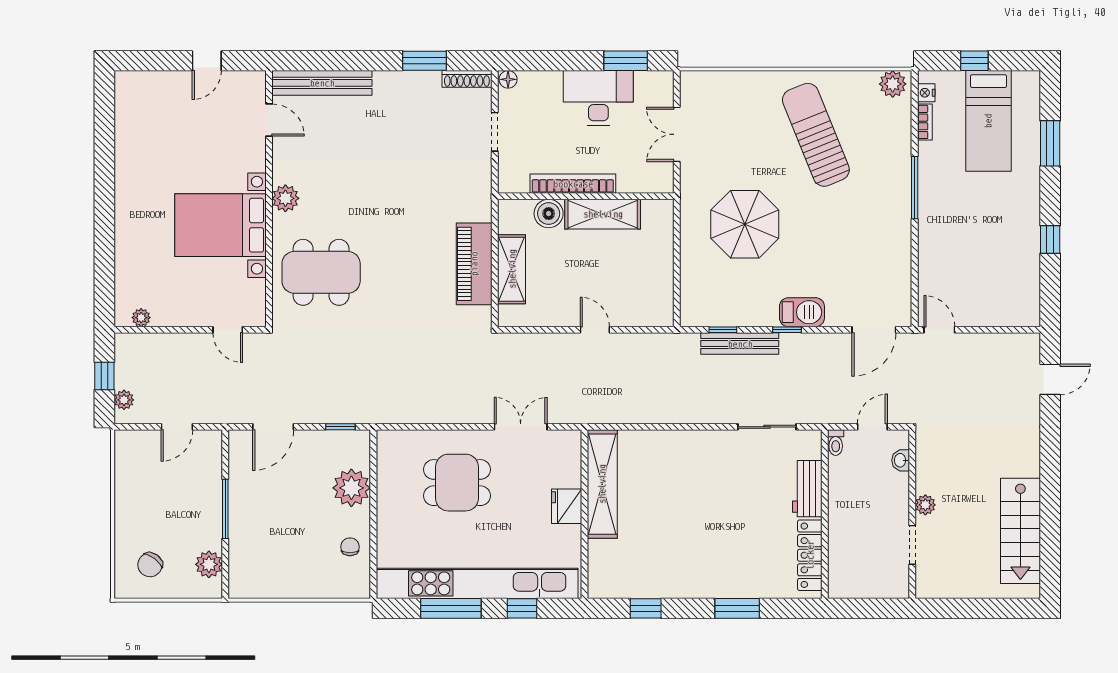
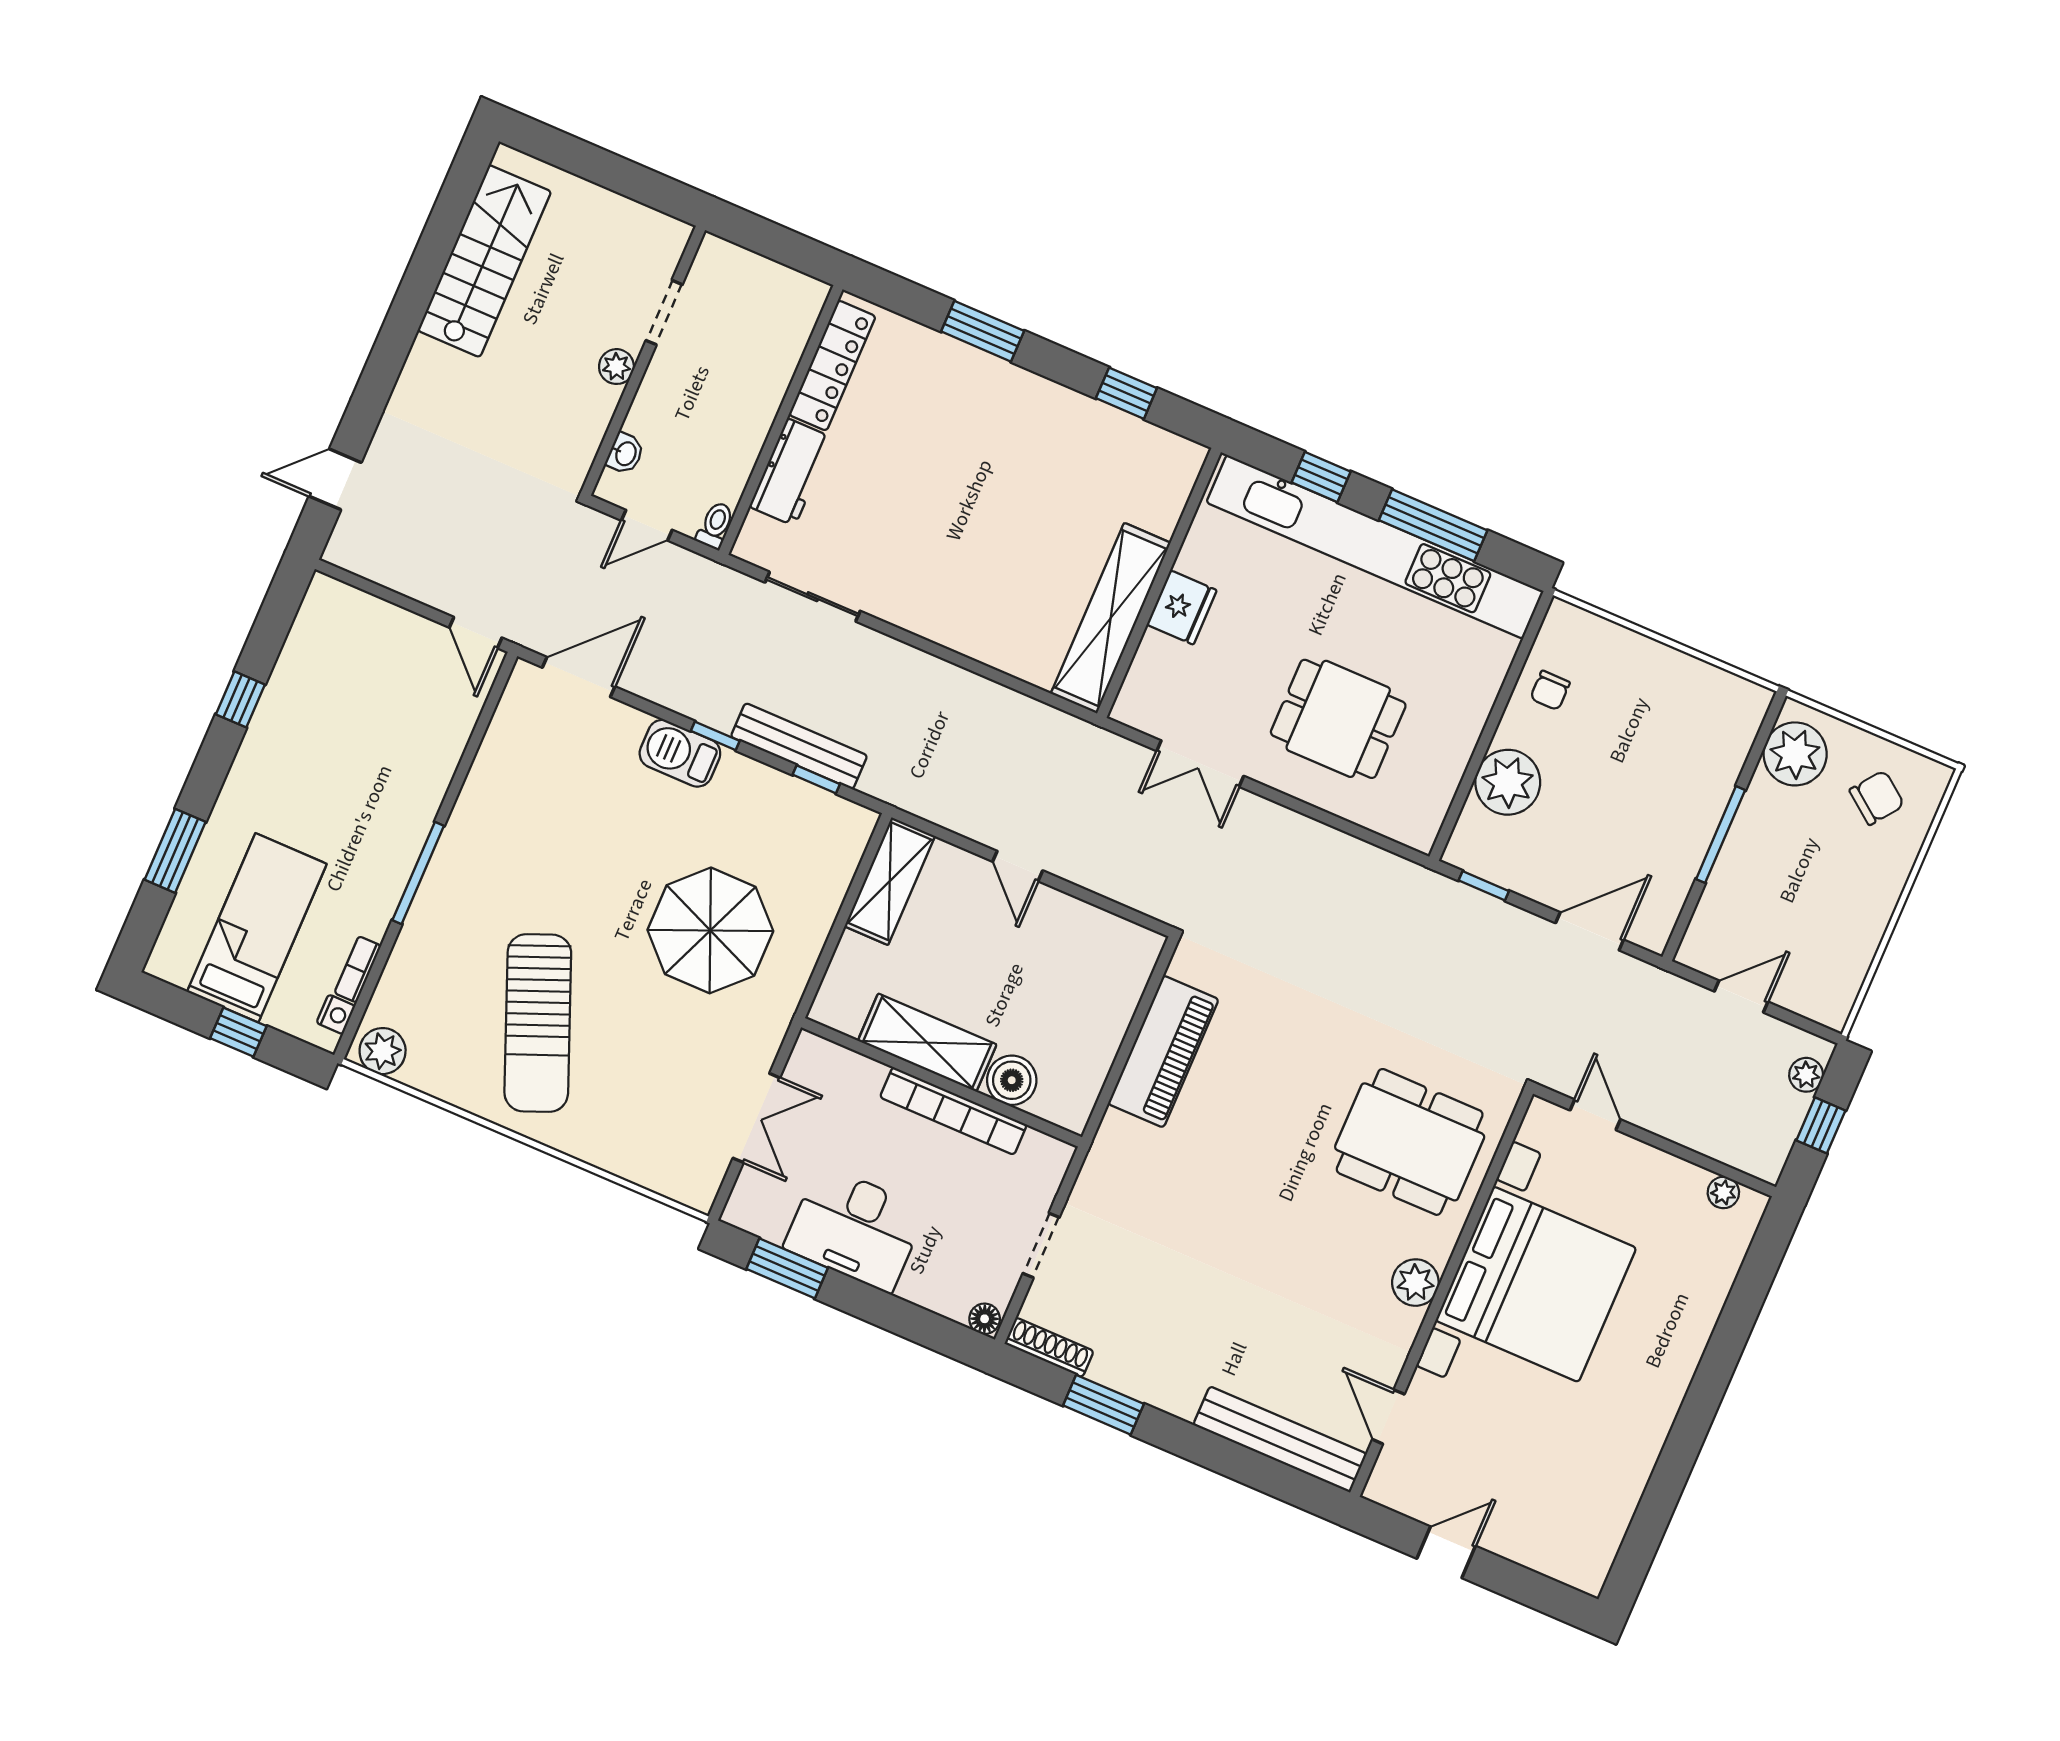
bed with nightstands: (220, 225) -> (1536, 1284), width x1.36
shelving: (512, 269) -> (890, 881), moved
plant: (209, 564) -> (1795, 754), width x1.36, depth x1.36

